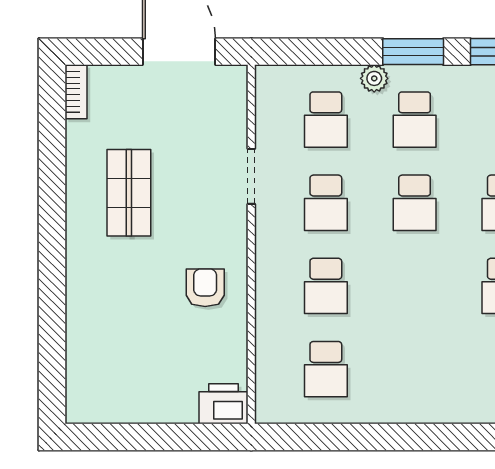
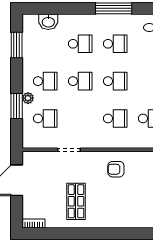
window: (413, 52) -> (17, 106), moved
shop shelf: (129, 193) -> (76, 201), turned 90
school desk: (326, 203) -> (115, 81), moved

